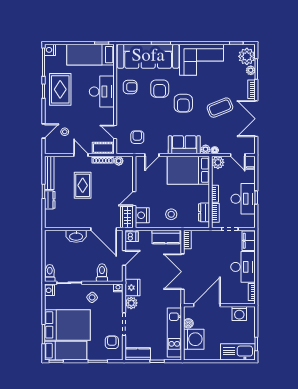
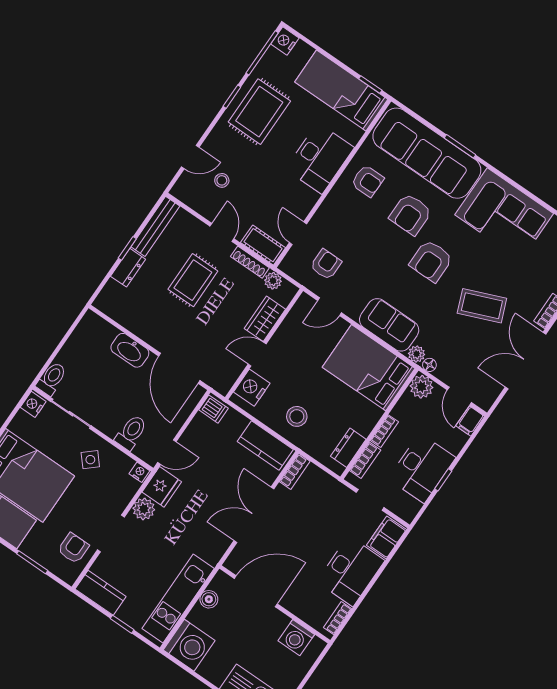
wardrobe: (127, 217) -> (265, 319), moved
door: (124, 258) -> (167, 452), moved
washing machine: (194, 339) -> (189, 645), moved

